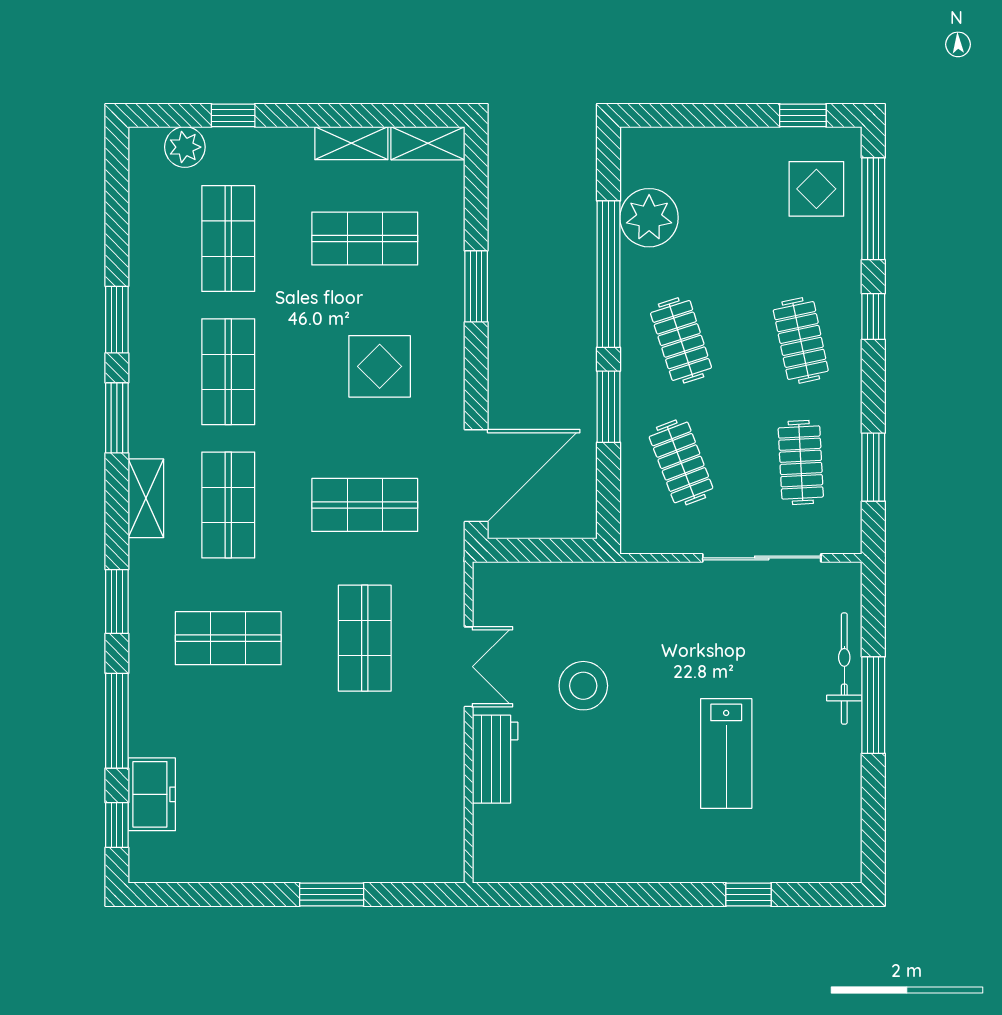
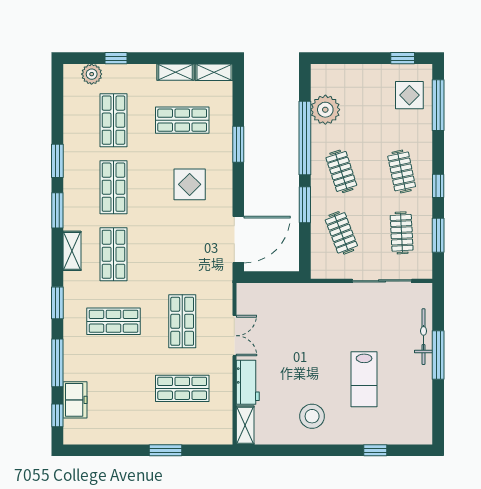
window: (873, 317) -> (438, 186), moved
shop shelf: (365, 505) -> (182, 388), moved
stool: (583, 686) -> (312, 416), moved
shelving: (490, 845) -> (245, 425), added

